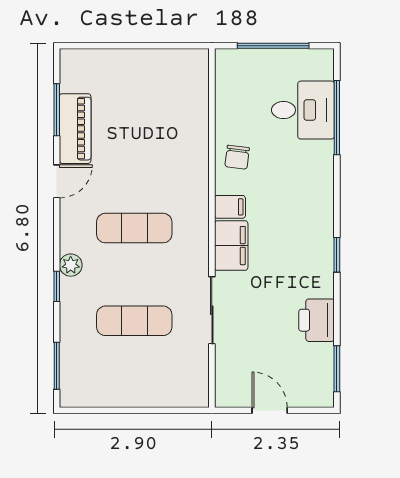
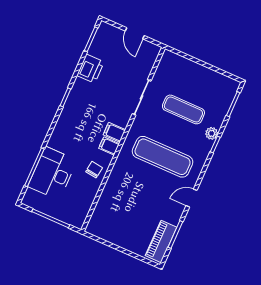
desk: (303, 110) -> (52, 173), width x1.37
piano: (75, 129) -> (161, 241), moved
exercise mat: (134, 228) -> (163, 157), width x1.36, depth x1.45
filing cabinet: (231, 246) -> (114, 132), width x0.50
plant: (71, 265) -> (212, 133), moved

